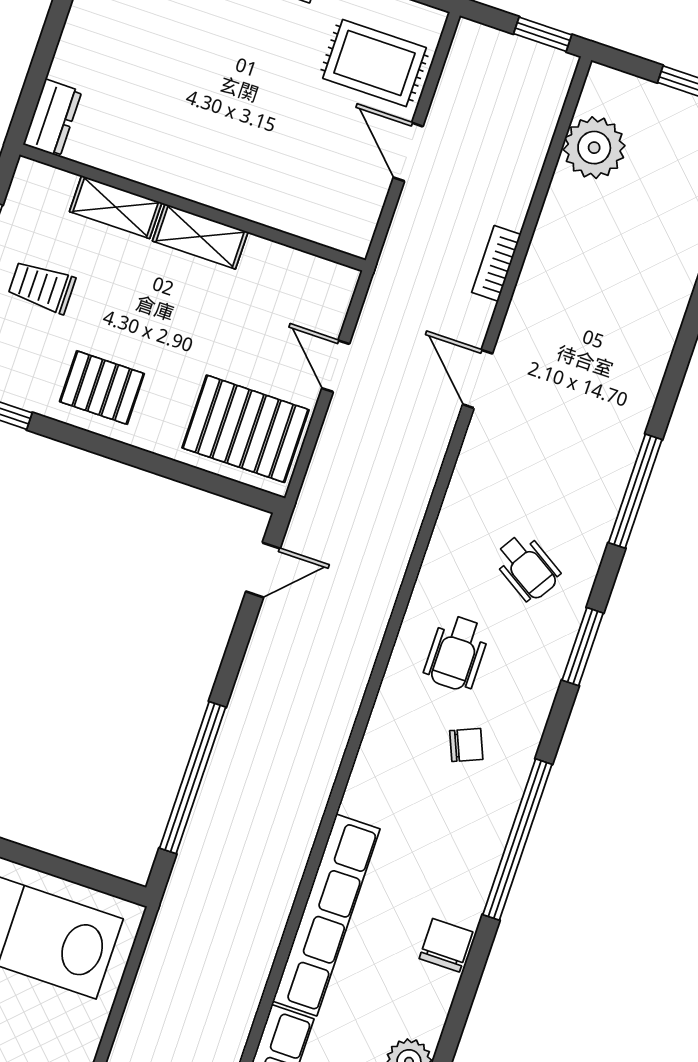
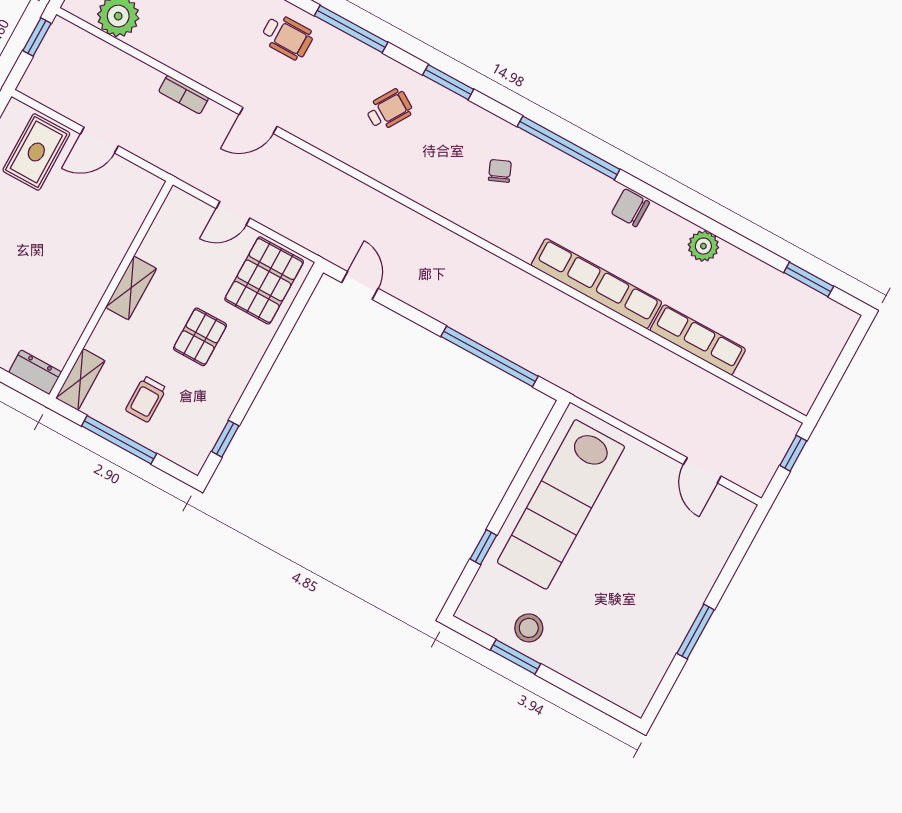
shelving: (116, 207) -> (80, 380), moved
pallet: (102, 388) -> (200, 337), moved
wheelchair: (456, 653) -> (287, 37), moved

